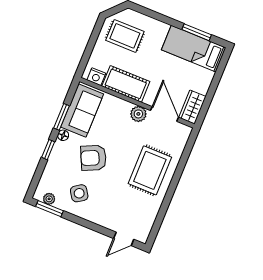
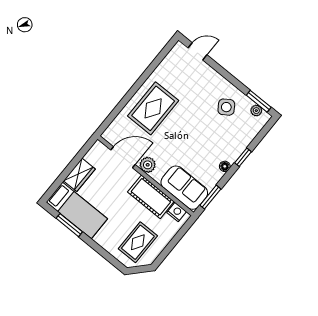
rug: (125, 36) -> (138, 242), turned 90
wardrobe: (192, 107) -> (79, 175), moved
sofa: (82, 111) -> (184, 188), moved, turned 90
door: (165, 114) -> (123, 157), swing flipped
window: (61, 117) -> (210, 197), moved
armchair: (93, 158) -> (203, 136), removed

